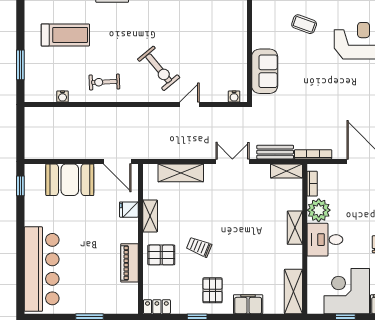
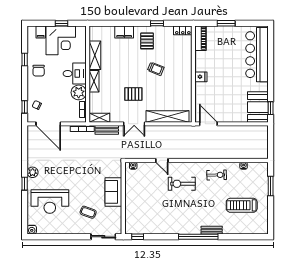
exercise bike: (159, 68) -> (182, 184), turned -50
sofa: (265, 71) -> (113, 192), moved
door: (189, 105) -> (162, 160), hinge flipped
shelving: (181, 173) -> (168, 117), width x1.47
booth: (70, 180) -> (258, 107), moved, turned 90
fridge: (129, 210) -> (201, 77), moved
shelving: (150, 216) -> (187, 89), removed
pallet: (161, 255) -> (133, 94), moved
piano: (129, 263) -> (201, 38), moved
shelving: (293, 291) -> (95, 55), moved

